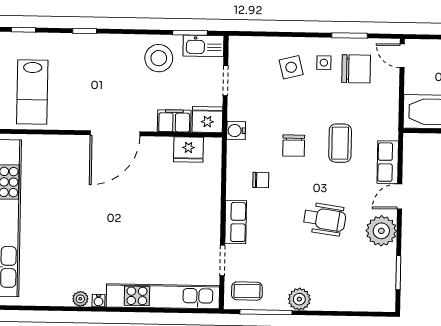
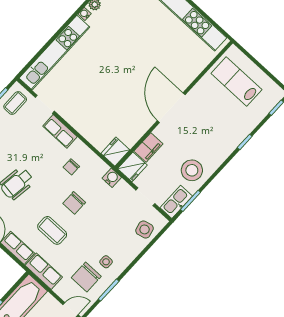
side table: (291, 67) -> (145, 229), moved
row of seats: (388, 116) -> (44, 271), added
chair: (294, 146) -> (74, 203), turned -90
fridge: (188, 149) -> (115, 152), moved

